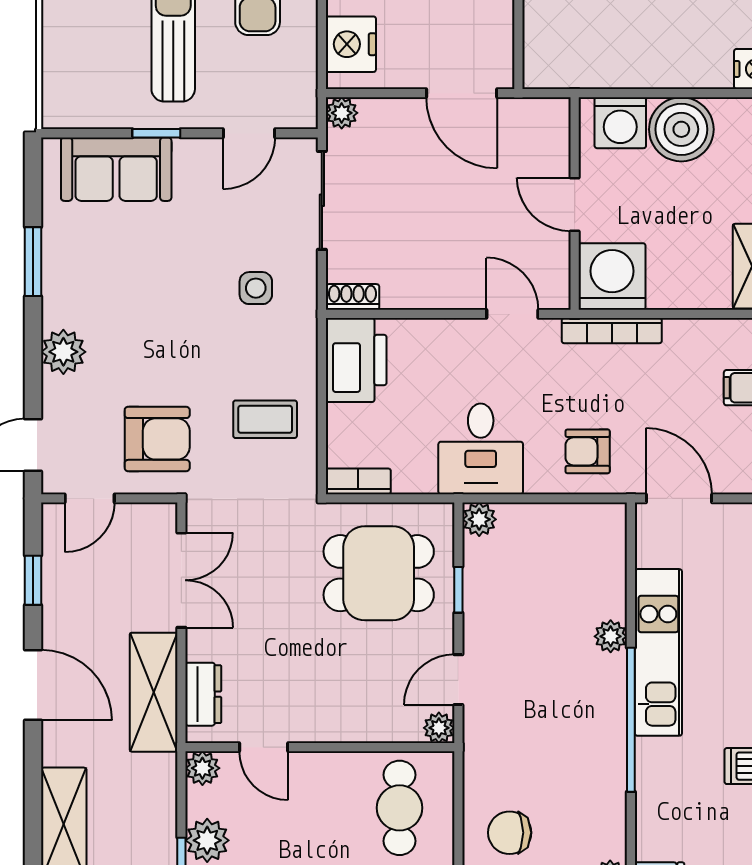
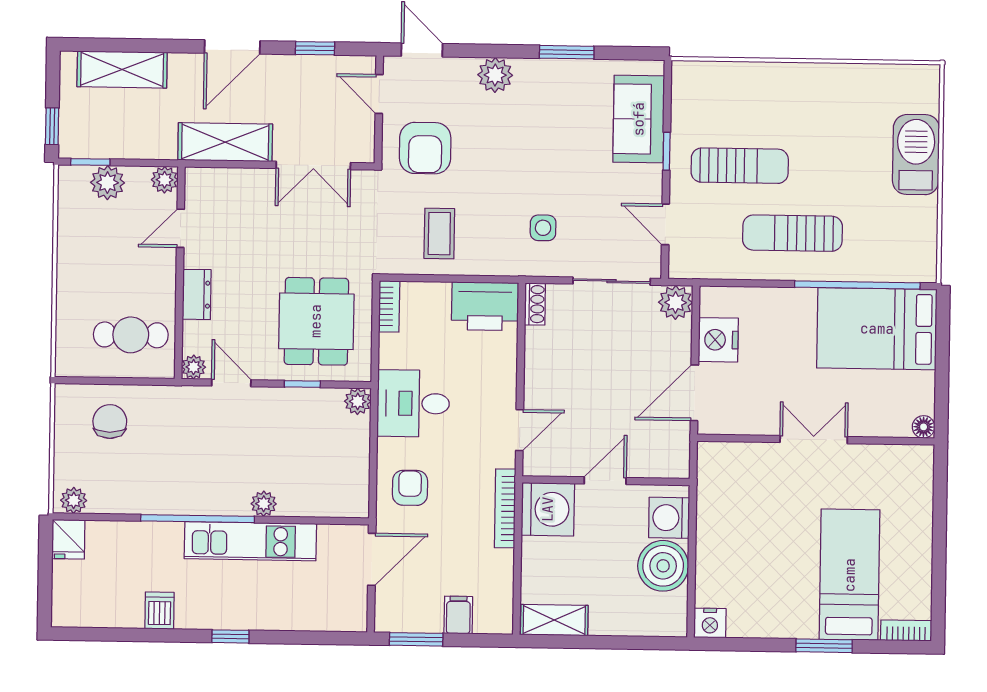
nightstand: (351, 44) -> (718, 340), moved, turned -90
plant: (342, 113) -> (676, 302), width x1.38, depth x1.38
dresser: (203, 694) -> (197, 294), moved, turned -90

